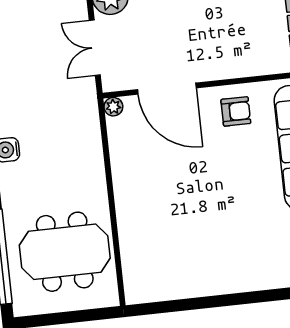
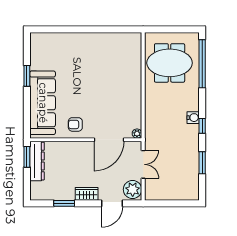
door: (167, 89) -> (109, 140), swing flipped

